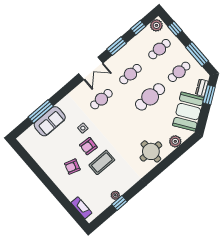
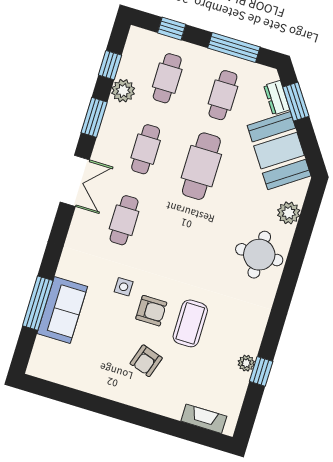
plant: (156, 25) -> (123, 91), moved
armchair: (88, 146) -> (151, 311), turned -94

